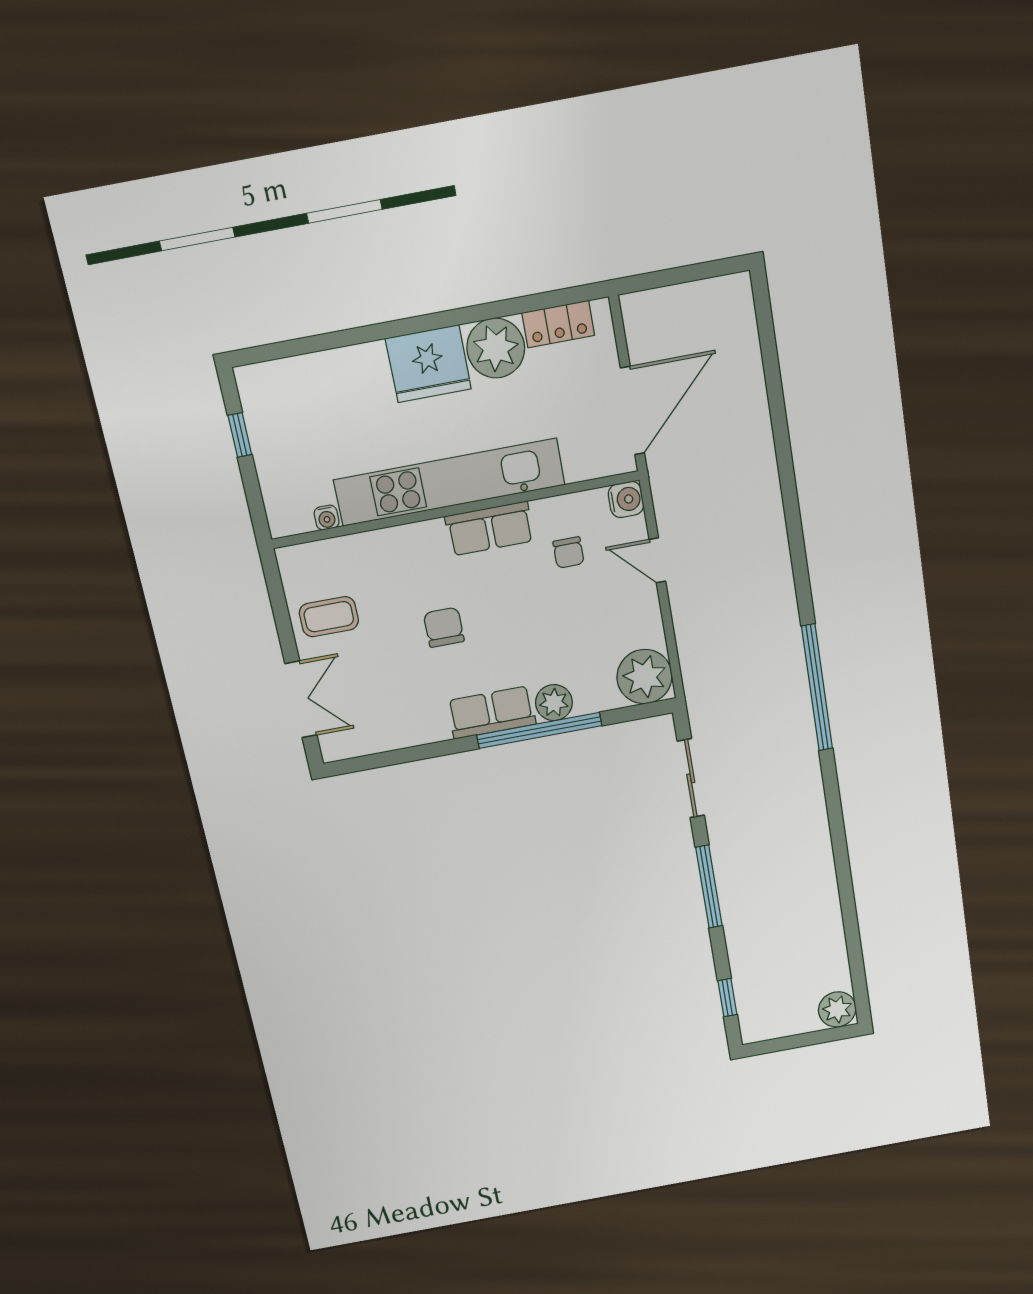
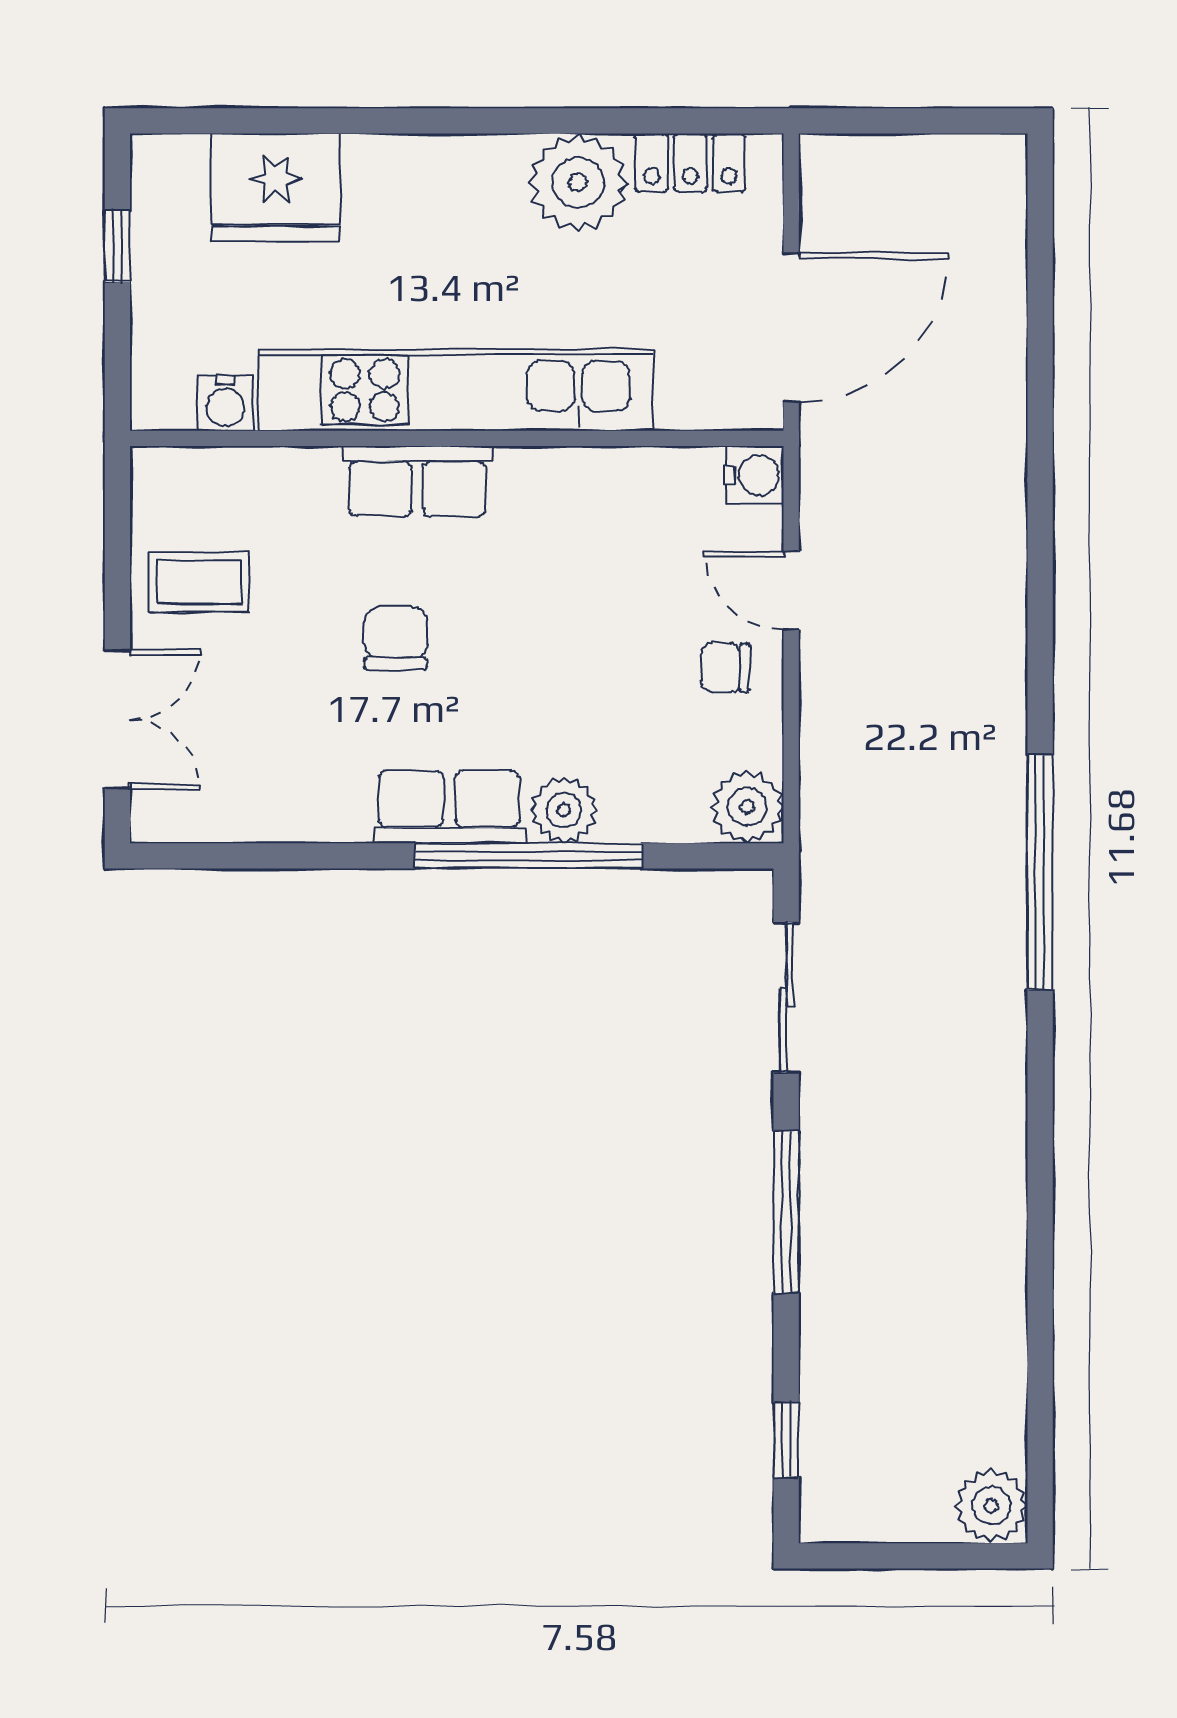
fridge: (428, 364) -> (276, 188), moved
water cooler: (327, 518) -> (225, 403), width x1.38, depth x1.38
row of seats: (490, 529) -> (418, 481), moved
chair: (569, 552) -> (725, 668), moved, turned 90
plant: (645, 677) -> (747, 807), width x0.73, depth x0.73

